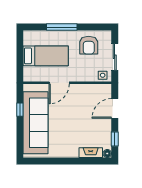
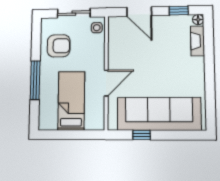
door: (59, 83) -> (106, 83), hinge flipped

